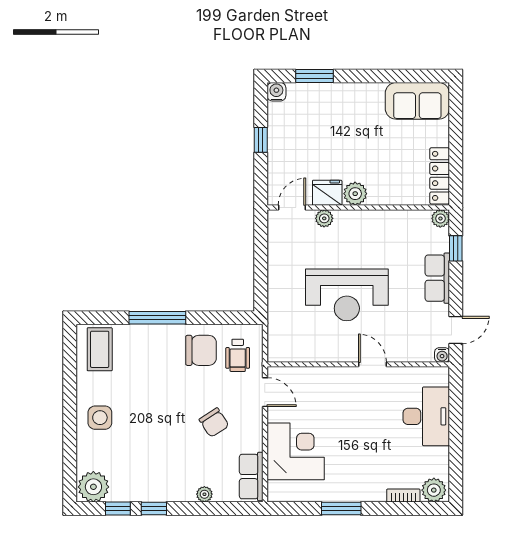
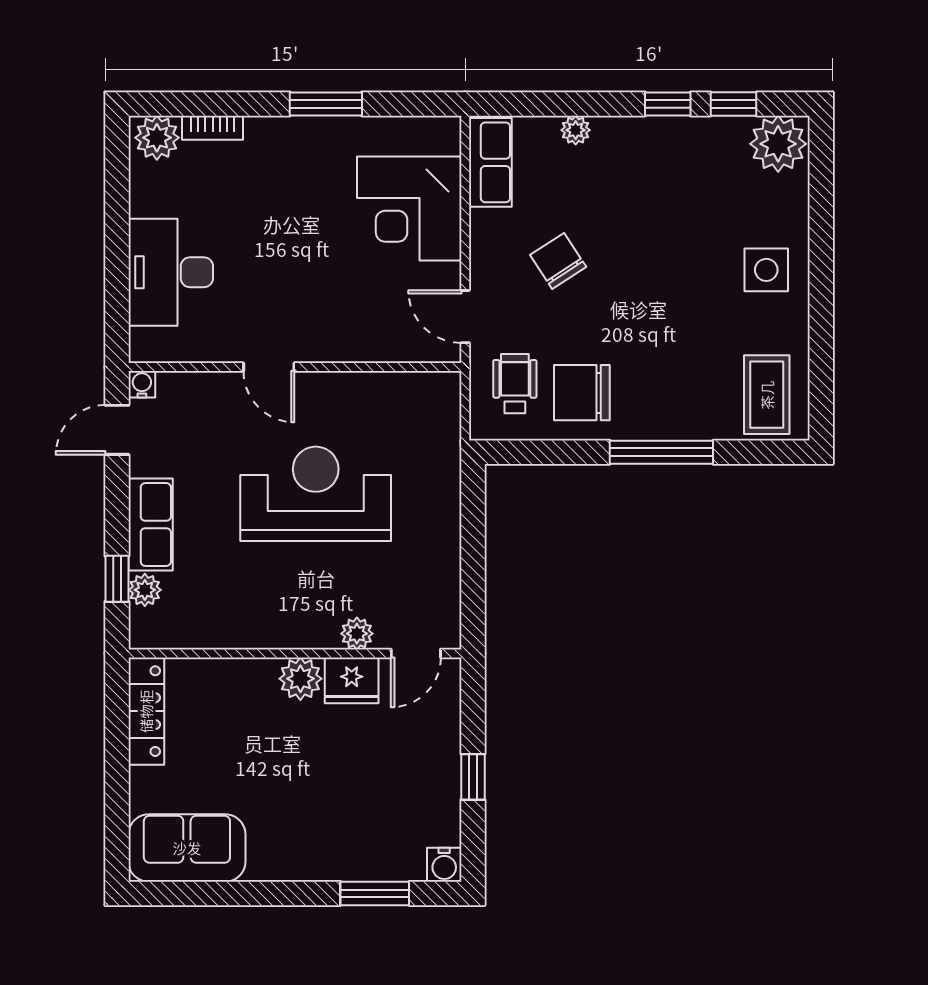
plant: (440, 218) -> (145, 590), moved

